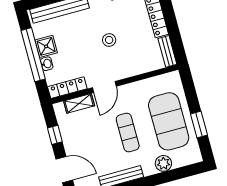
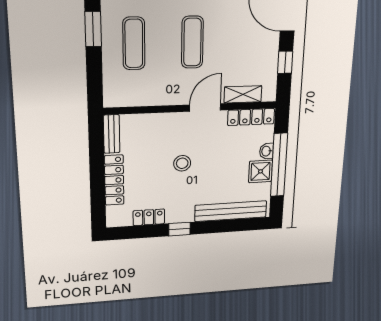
exercise mat: (169, 121) -> (134, 43), width x0.50, depth x0.69

